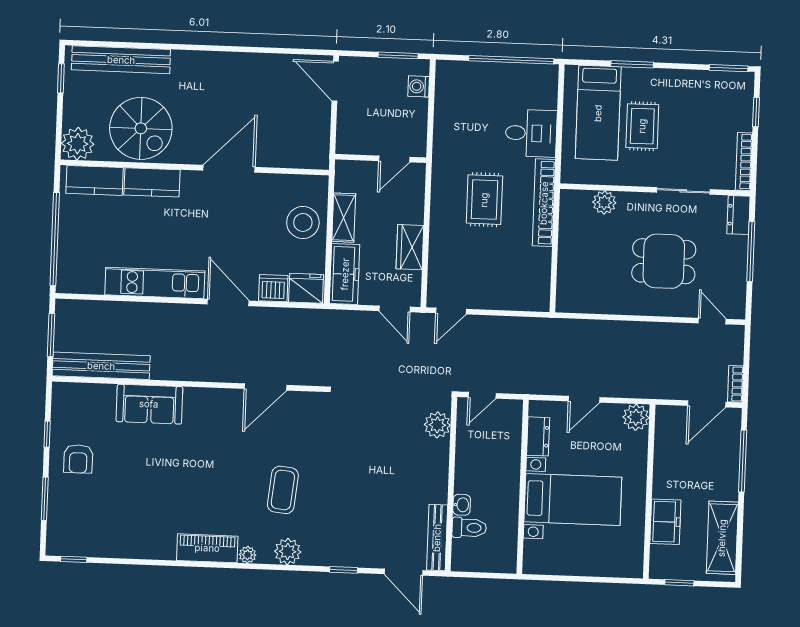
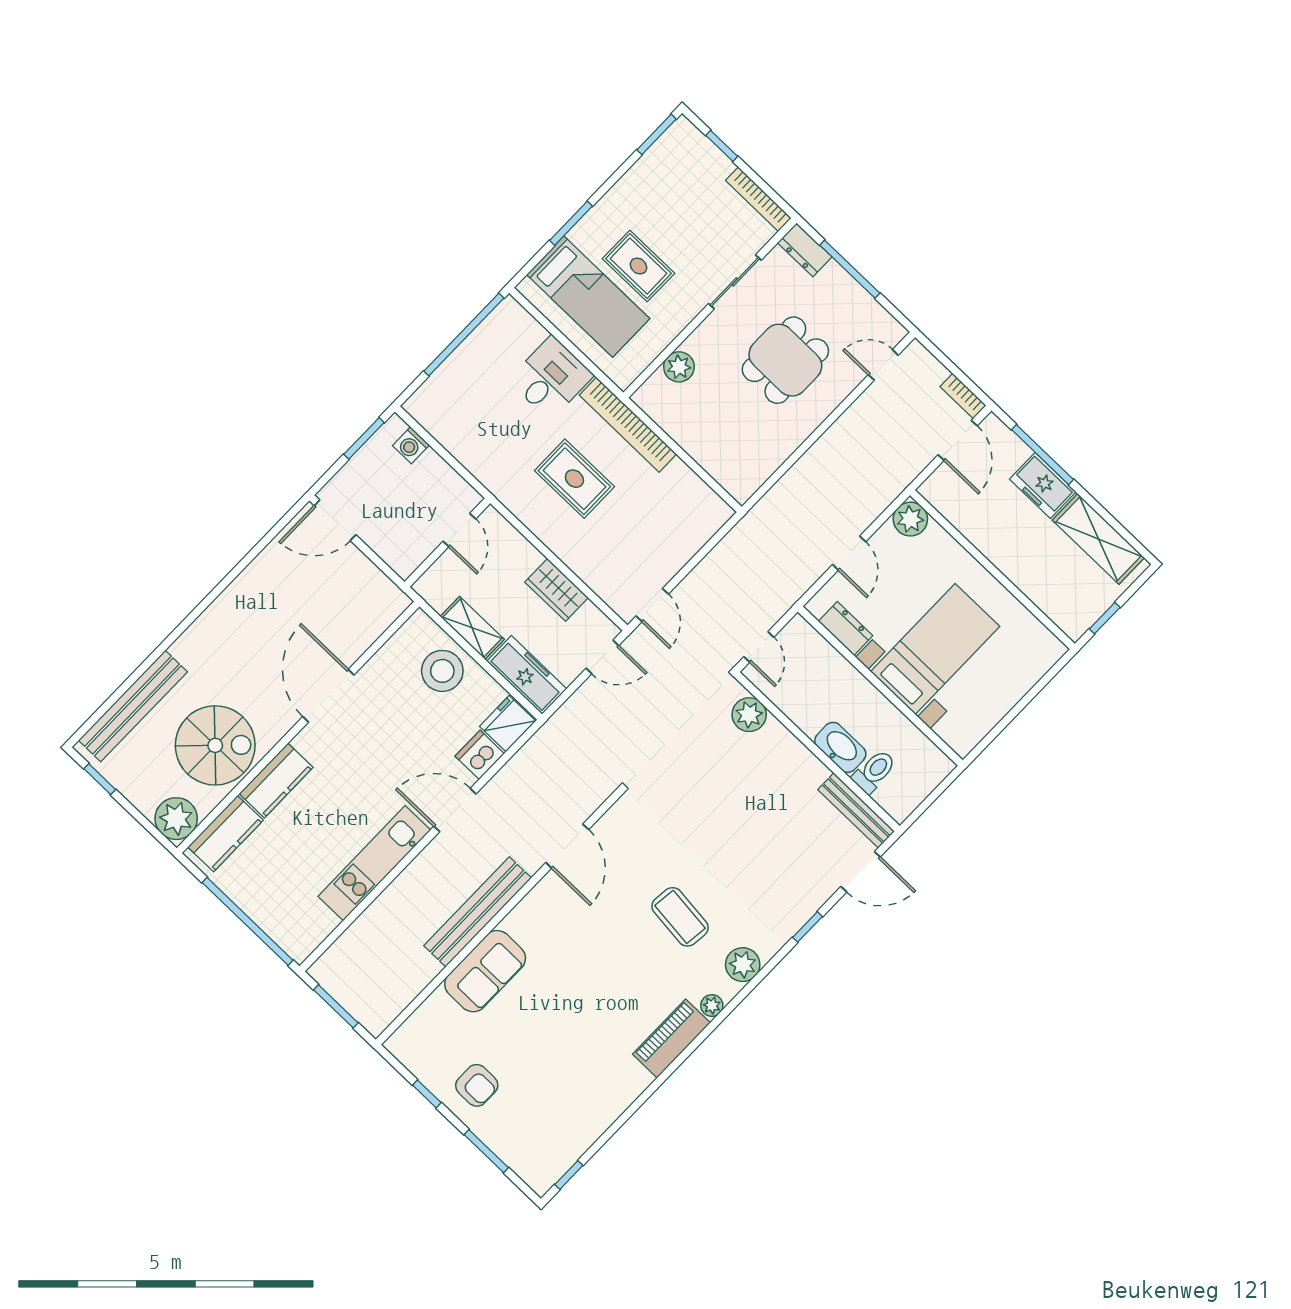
bench: (101, 366) -> (478, 912), moved
washbasin: (462, 505) -> (840, 747), width x1.91, depth x1.45
freezer: (665, 522) -> (1043, 485), moved, turned 180

